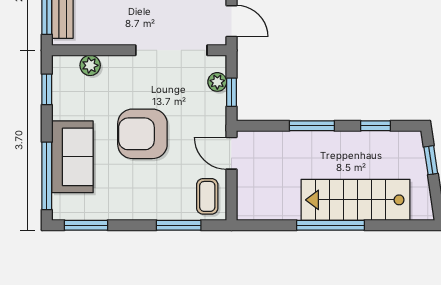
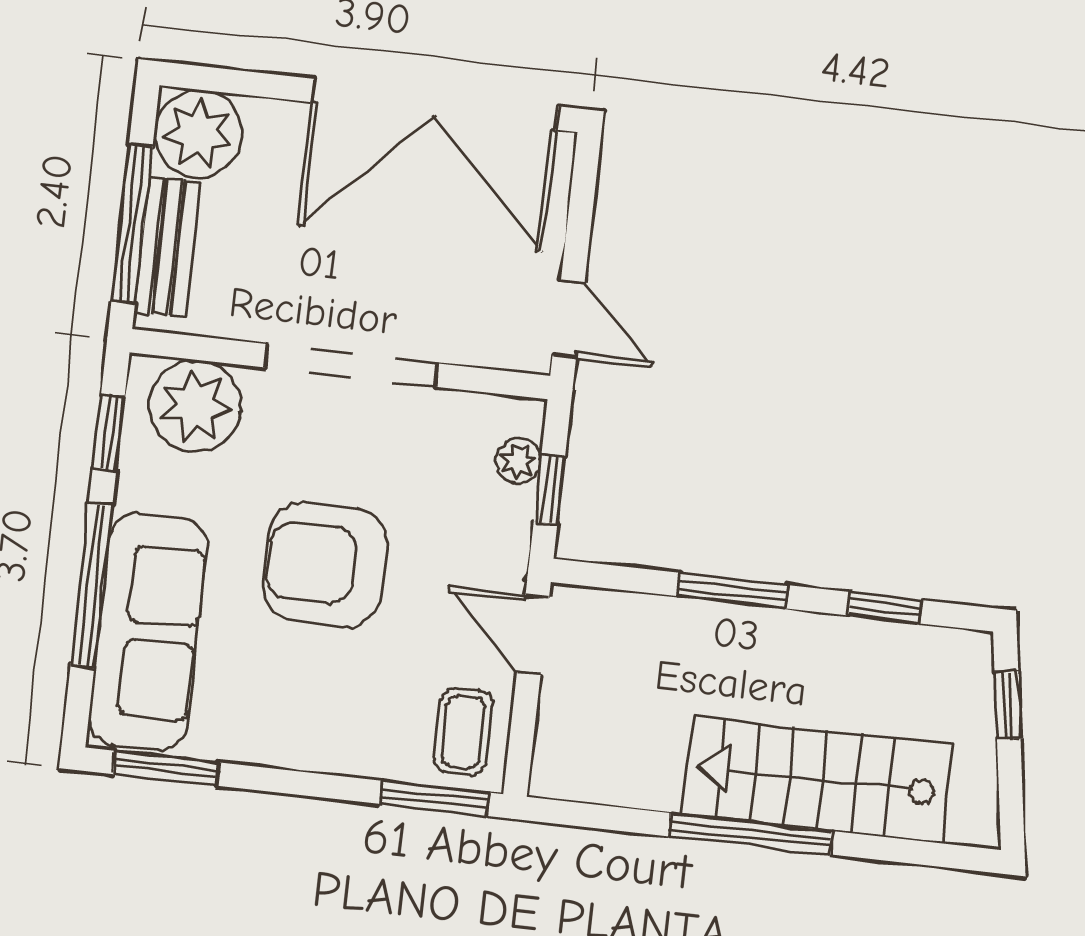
doorway: (171, 50) -> (352, 366), moved
plant: (90, 65) -> (195, 406), width x1.87, depth x1.87
sofa: (72, 157) -> (148, 632), width x1.36
window: (47, 176) -> (92, 585), moved
window: (179, 225) -> (435, 798), moved

